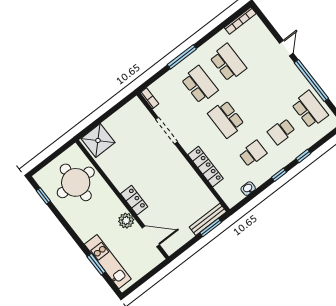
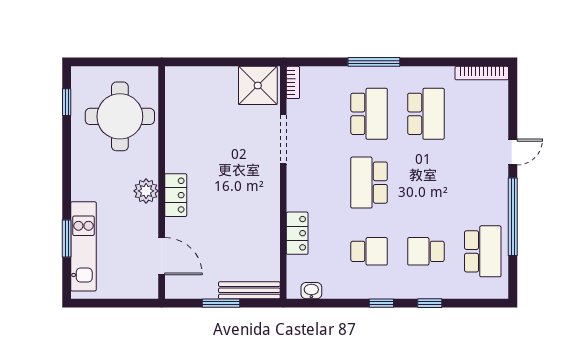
shower: (98, 140) -> (258, 85), moved
locker: (205, 167) -> (297, 233), width x0.66
washbasin: (248, 189) -> (311, 291), moved
plant: (126, 221) -> (146, 191), moved
window: (211, 228) -> (221, 303), moved

